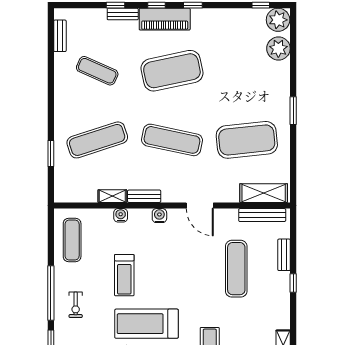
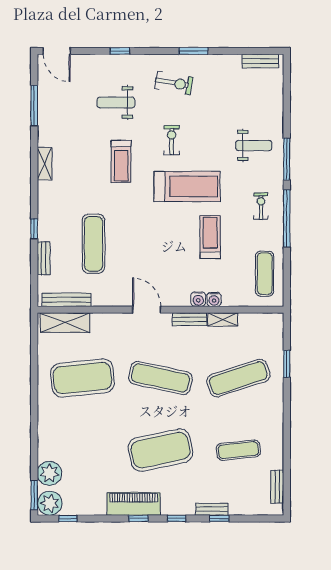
piano: (165, 19) -> (134, 504), moved
exercise mat: (97, 71) -> (238, 450), turned -30
window: (293, 111) -> (34, 495), moved
door: (200, 206) -> (147, 310), moved
water cooler: (159, 216) -> (198, 299), moved

